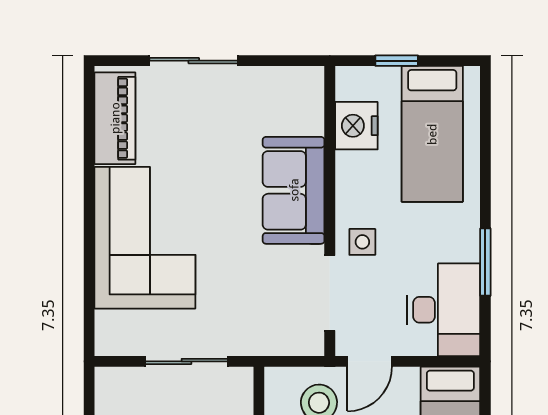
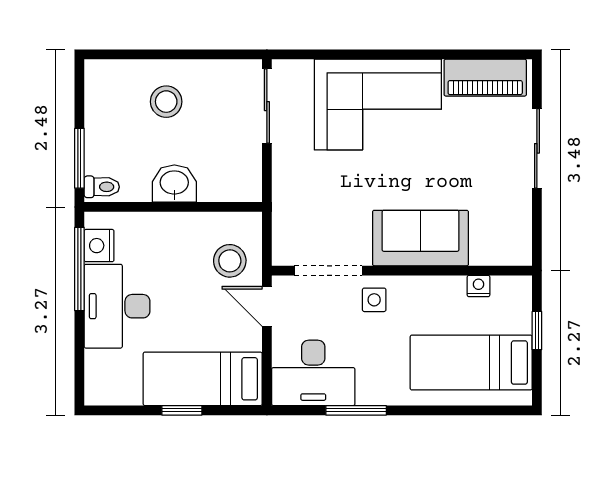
nightstand: (356, 126) -> (478, 286), width x0.53, depth x0.56
sliding door: (186, 361) -> (267, 106), moved

